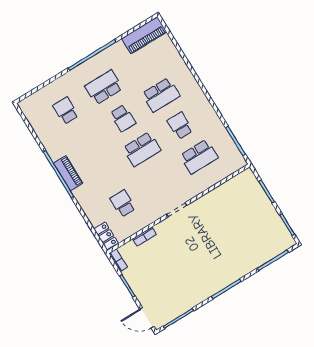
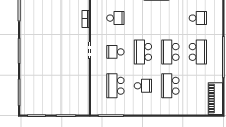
school desk: (123, 118) -> (170, 52), width x1.85
school desk: (161, 180) -> (115, 52), added

